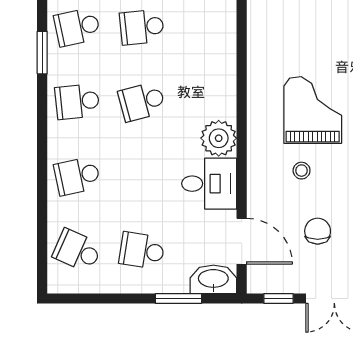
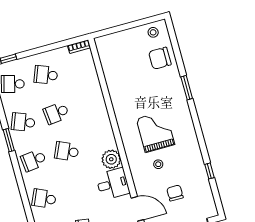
school desk: (77, 27) -> (23, 122), turned 33
school desk: (142, 102) -> (67, 151), turned 39
school desk: (77, 176) -> (44, 198), turned 36

